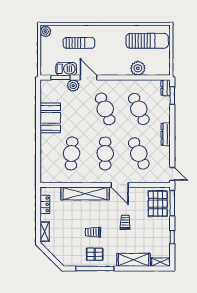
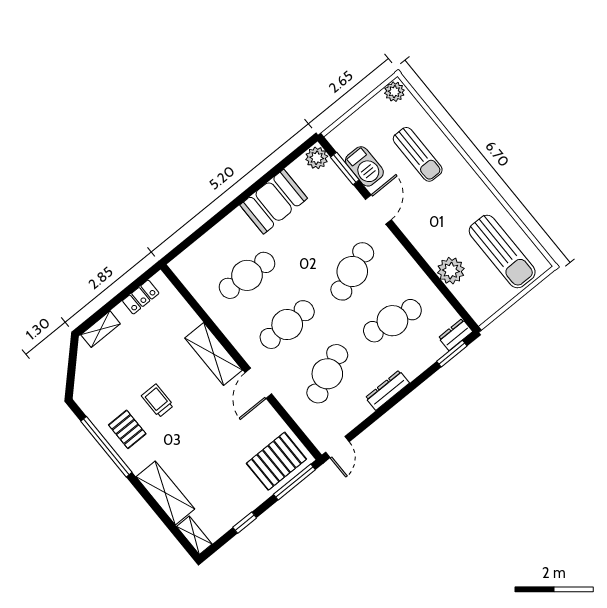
plant: (73, 86) -> (317, 158), moved
cafe table: (139, 109) -> (392, 321), turned 33
shelving: (85, 193) -> (214, 354), width x0.68
trolley: (125, 222) -> (210, 436), removed

